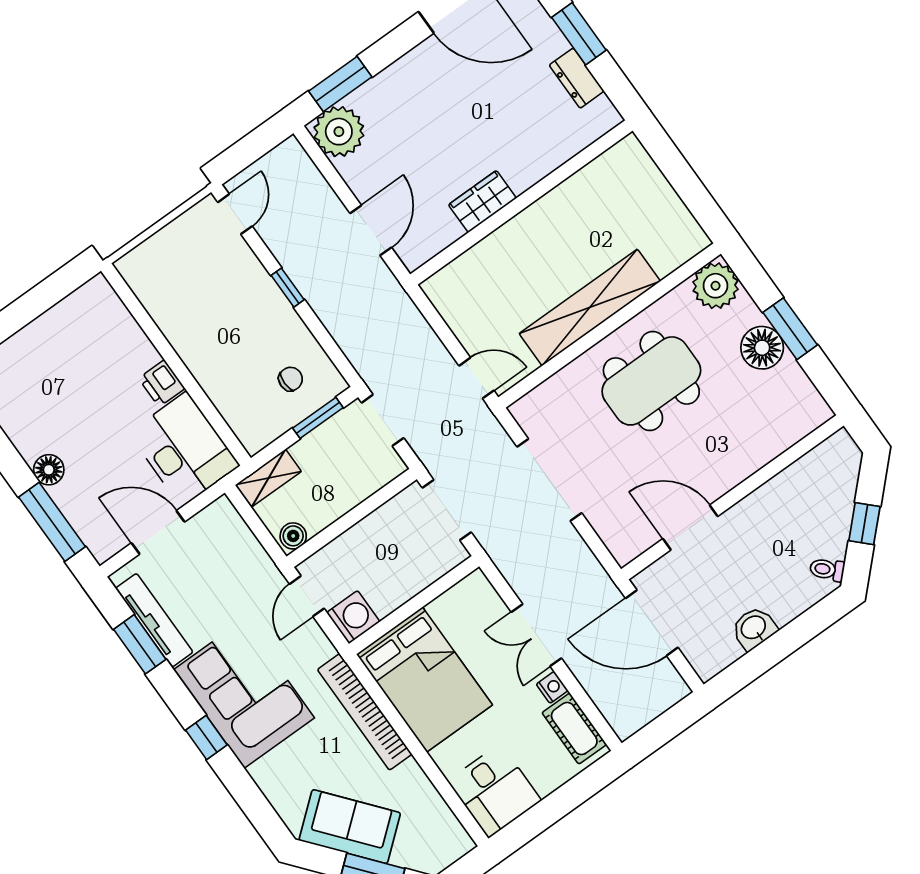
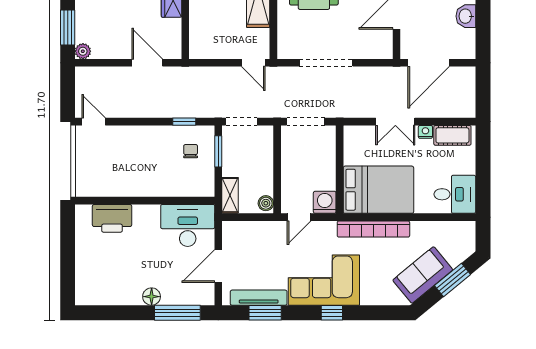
plant: (339, 132) -> (83, 51), width x0.53, depth x0.53
window: (288, 288) -> (184, 122), moved
door: (476, 378) -> (253, 63), swing flipped
printer: (162, 383) -> (112, 218), moved, width x1.87, depth x1.48
door: (307, 596) -> (299, 217), hinge flipped

